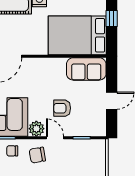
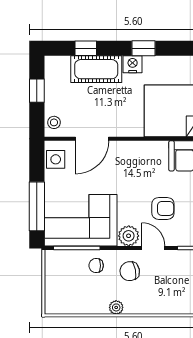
armchair: (62, 108) -> (163, 208), turned 180

